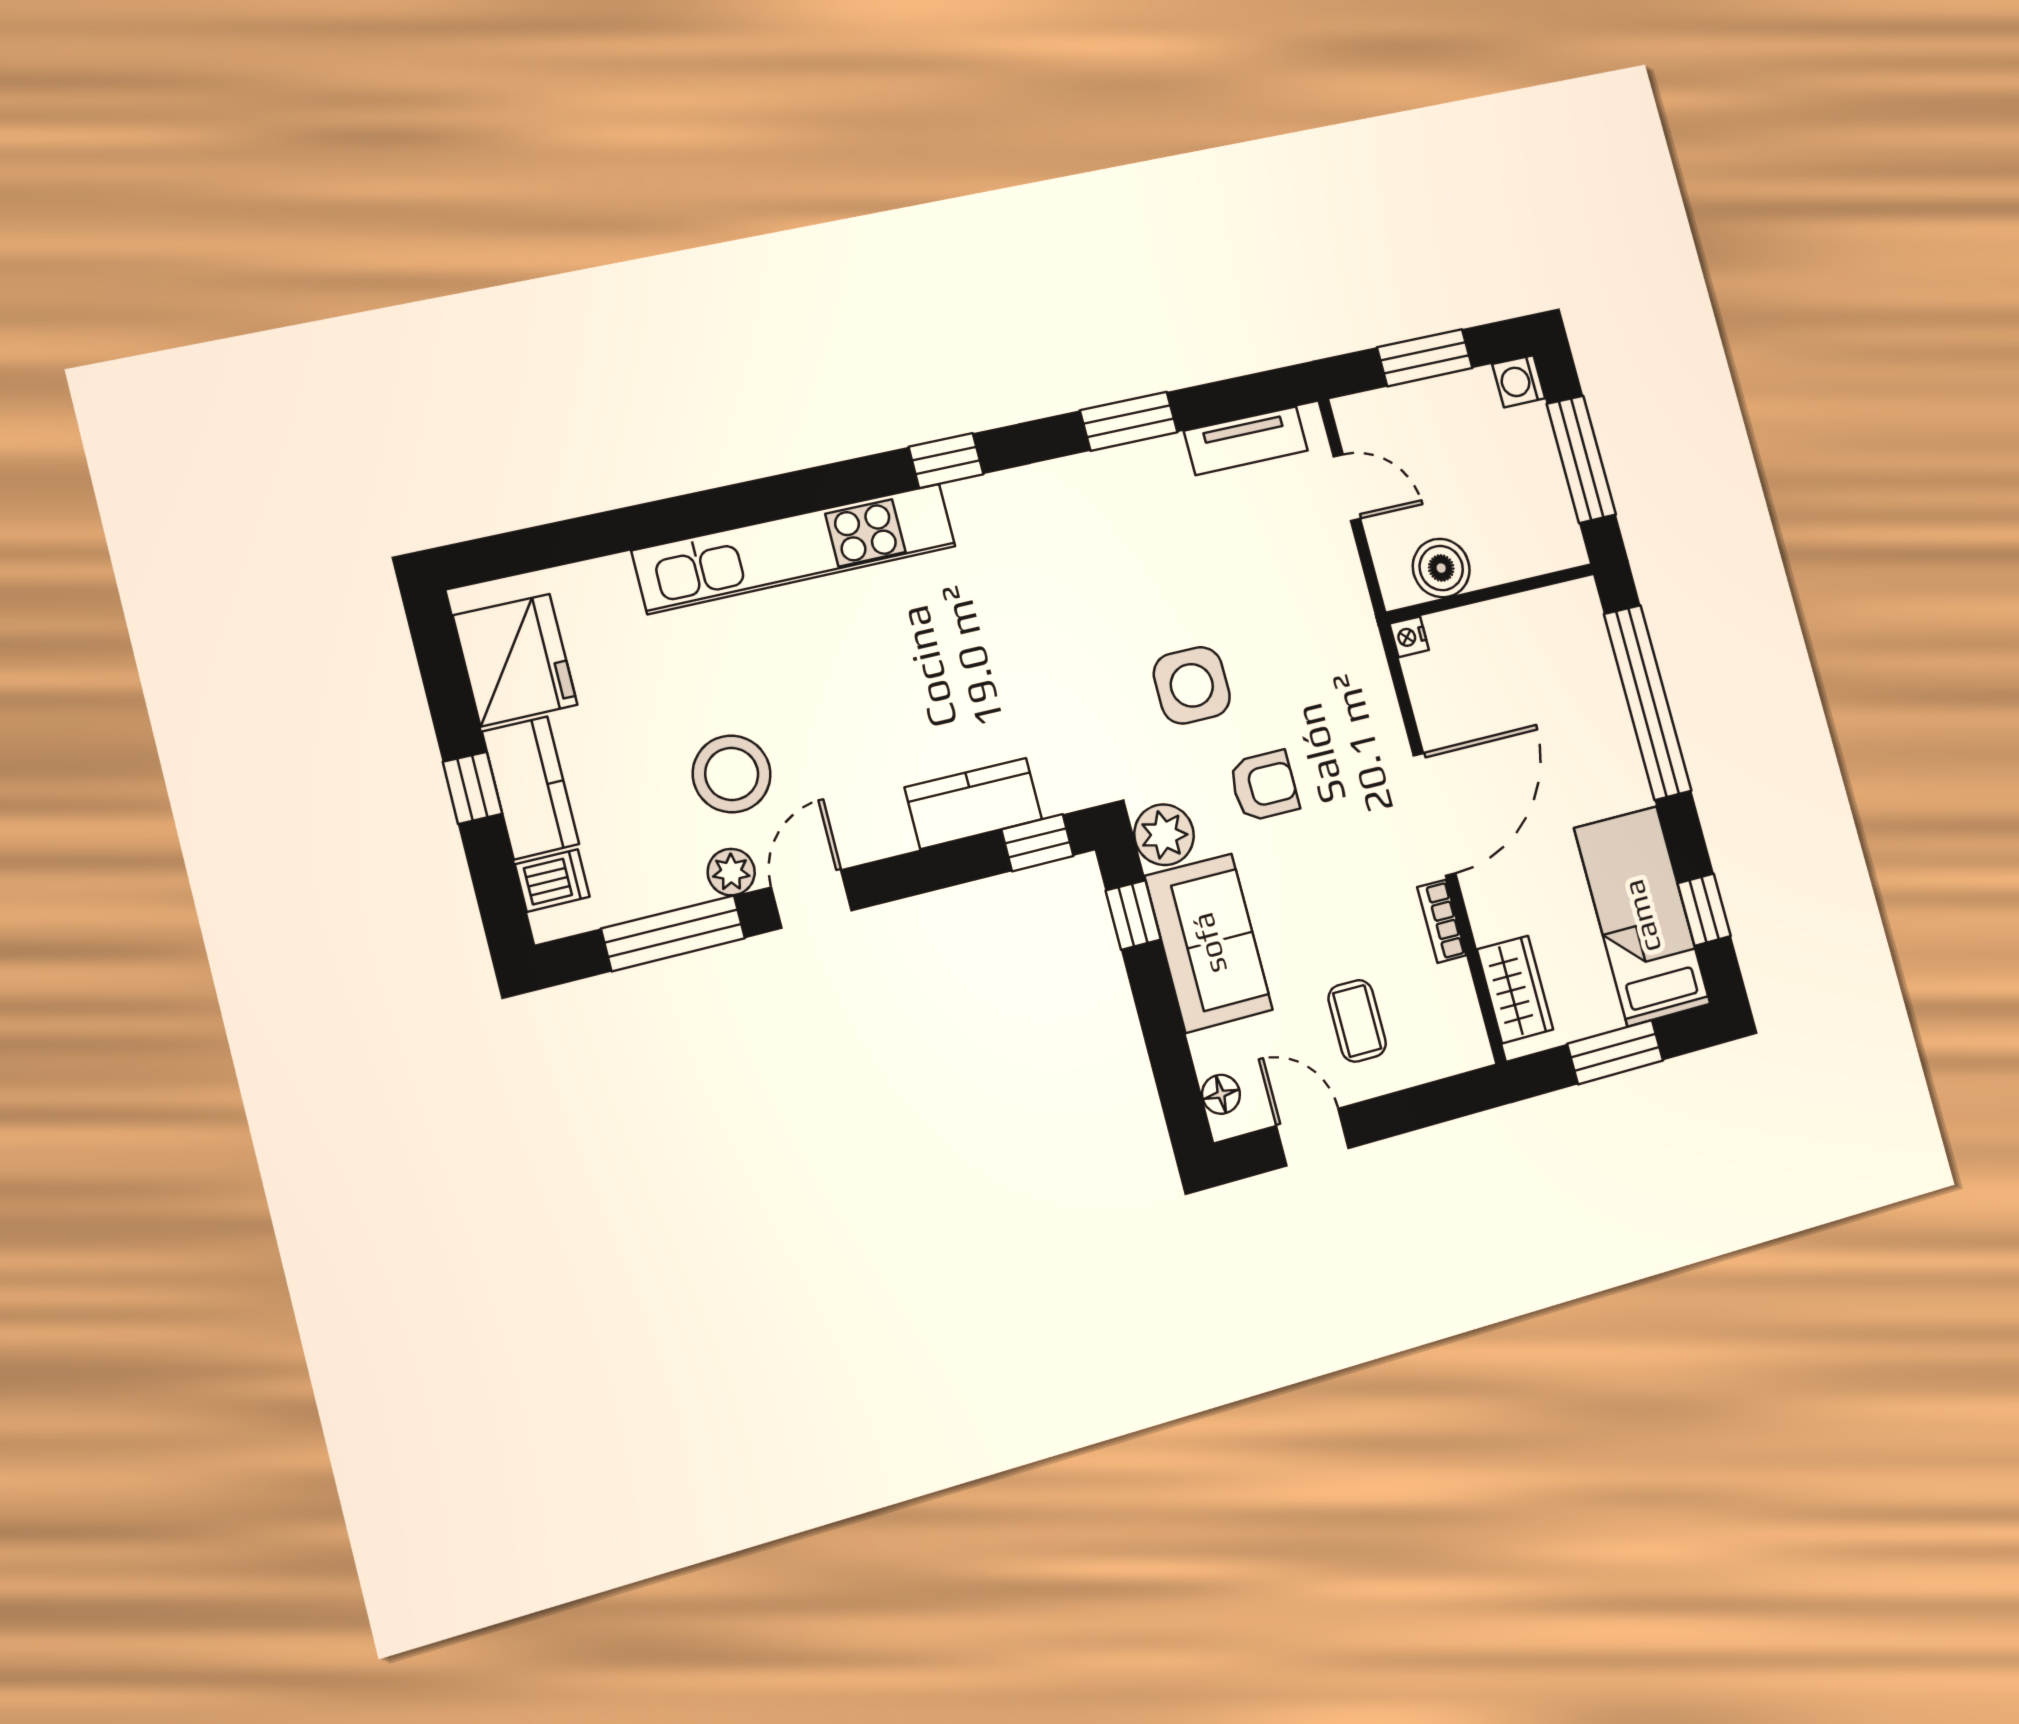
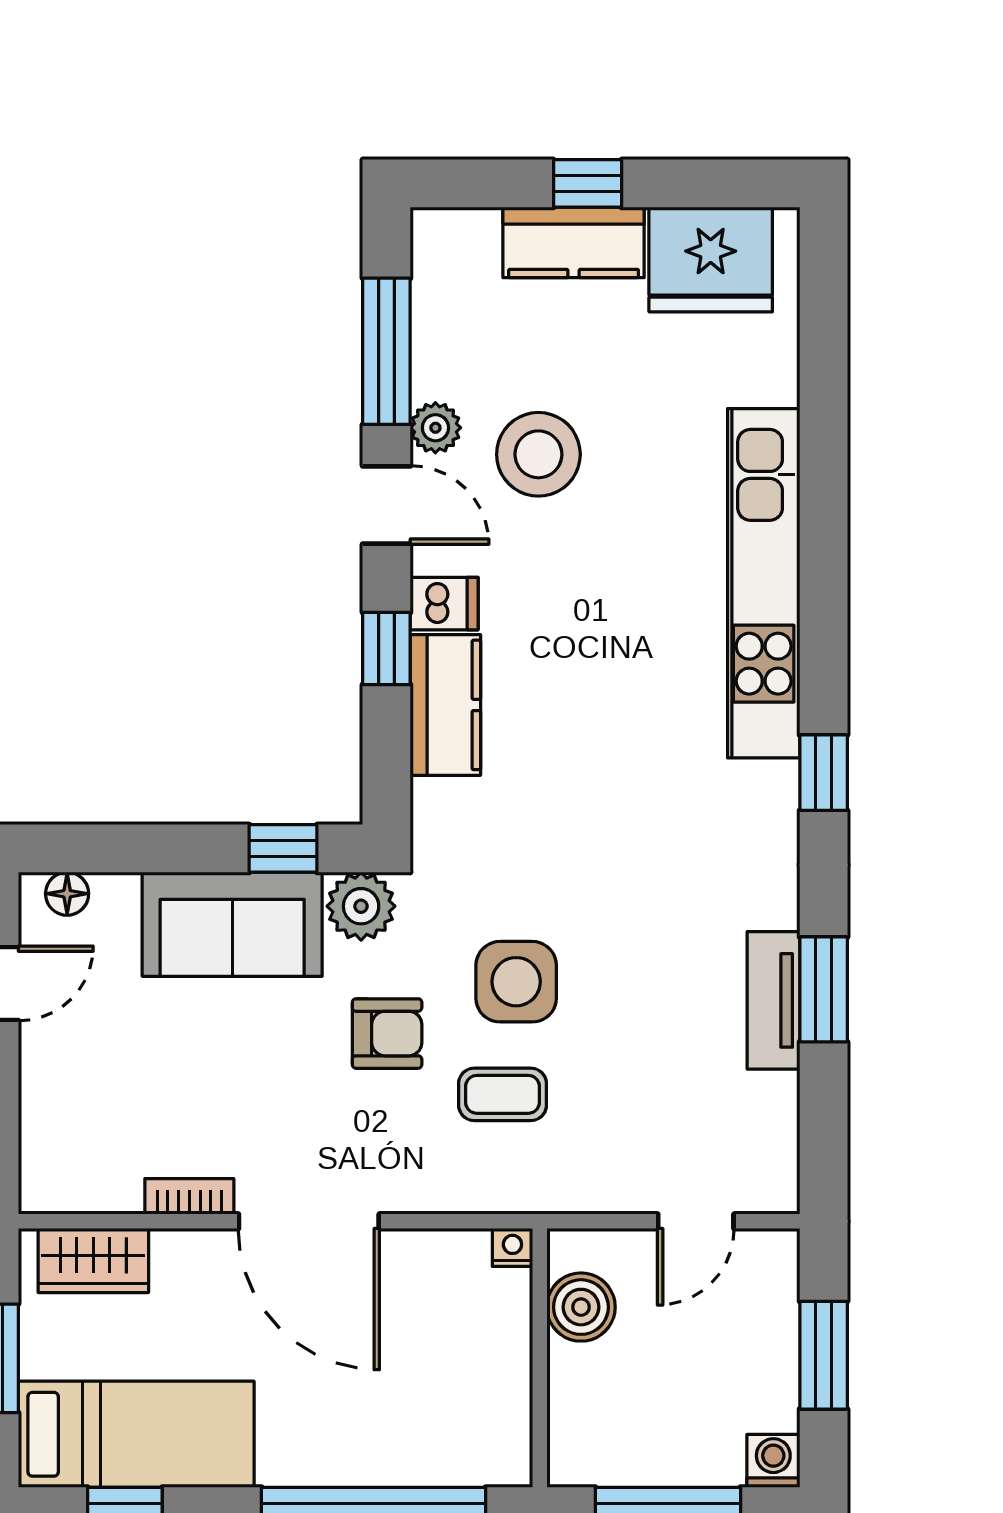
tv unit: (1246, 441) -> (773, 1000), moved
armchair: (1264, 786) -> (387, 1034), turned -90
window: (1038, 843) -> (386, 649), moved
dishwasher: (552, 881) -> (444, 604), moved, turned -90
coffee table: (1357, 1021) -> (503, 1094), moved

